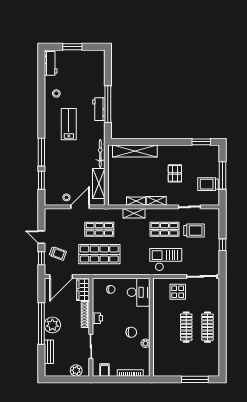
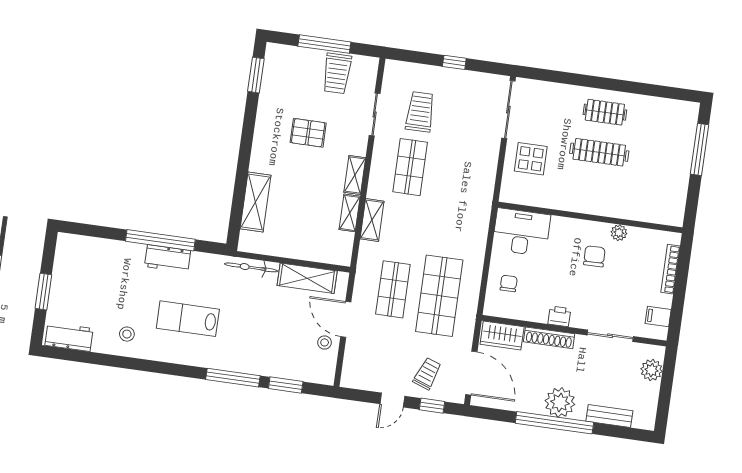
shelving: (135, 151) -> (256, 202), width x0.68
checkout: (166, 260) -> (467, 173), removed
clothes rail: (207, 327) -> (605, 112), width x0.73

